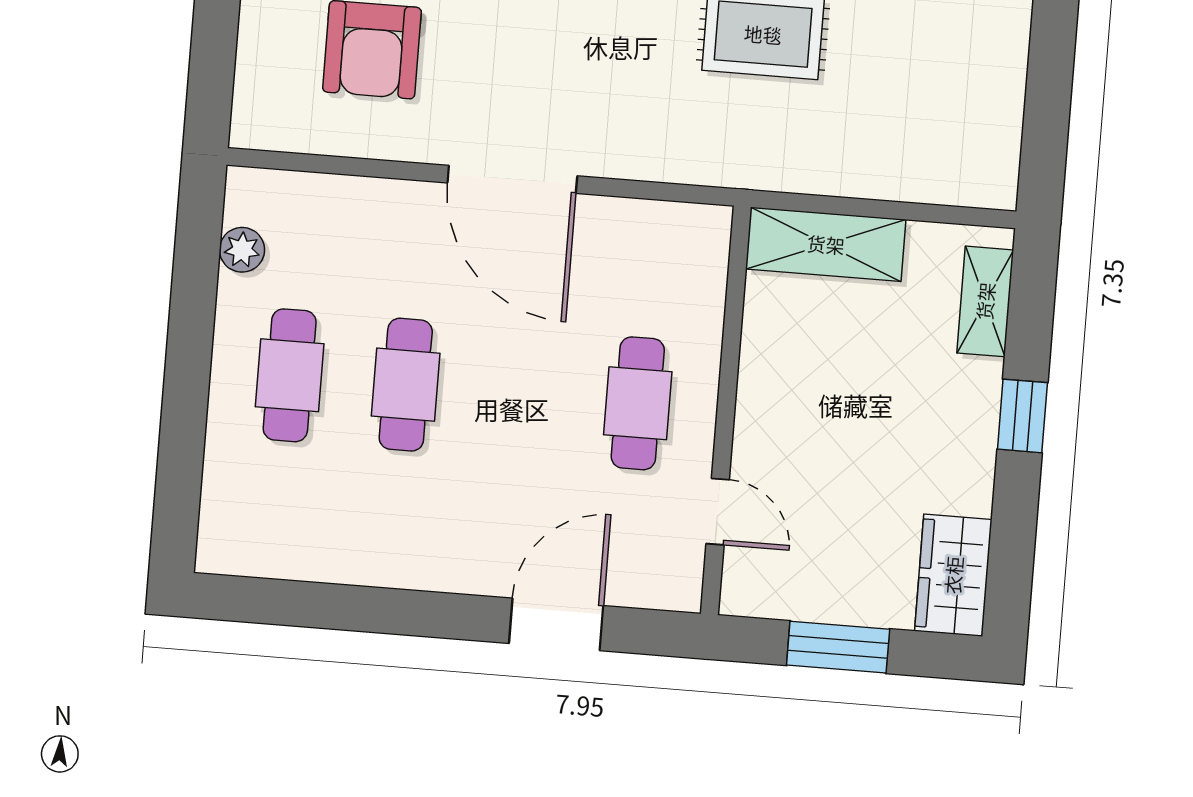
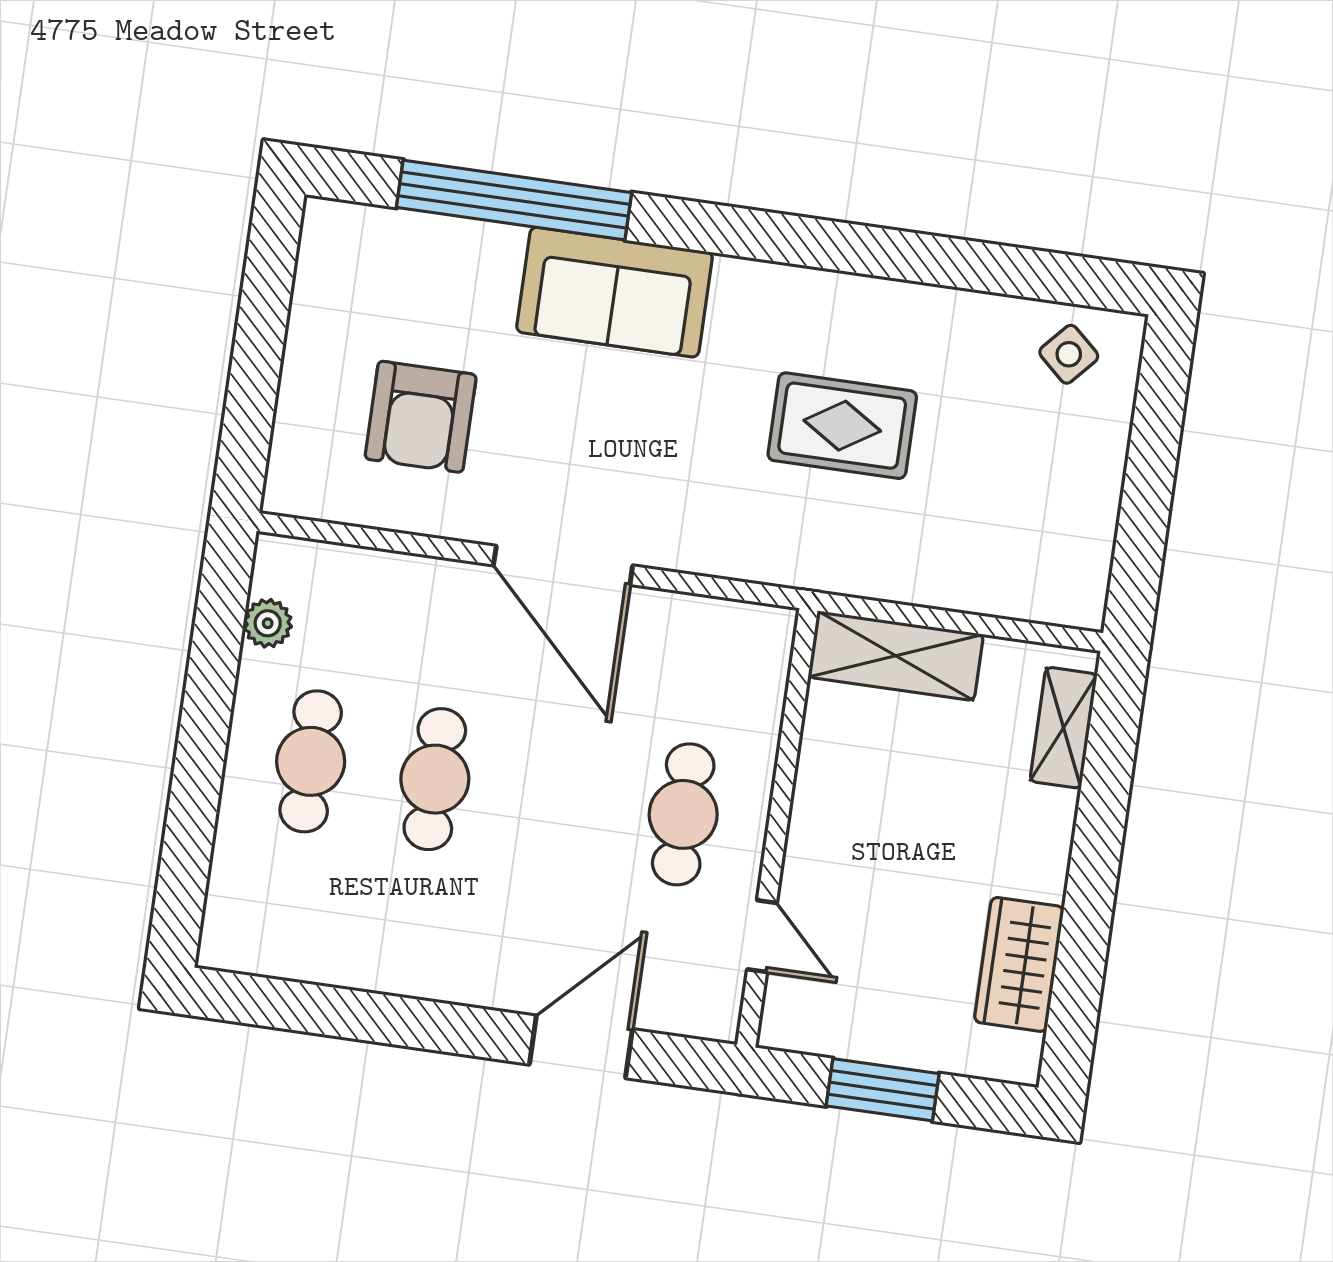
window: (1022, 416) -> (1096, 853), removed
wardrobe: (953, 575) -> (1019, 964), moved

